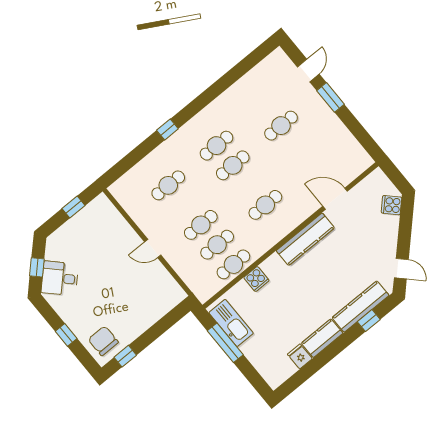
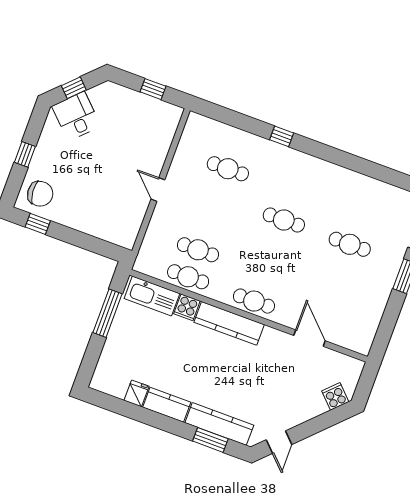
cafe table: (216, 146) -> (294, 193), removed
cafe table: (265, 205) -> (254, 301), moved
cafe table: (201, 225) -> (208, 223), removed
kitchen counter: (305, 239) -> (229, 323), moved
window: (369, 321) -> (210, 440), width x1.50
kitchen sink: (231, 323) -> (152, 296), moved, turned 90
chair: (103, 341) -> (40, 194), turned 85

